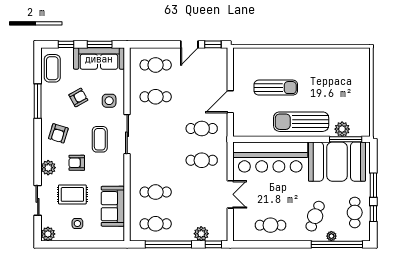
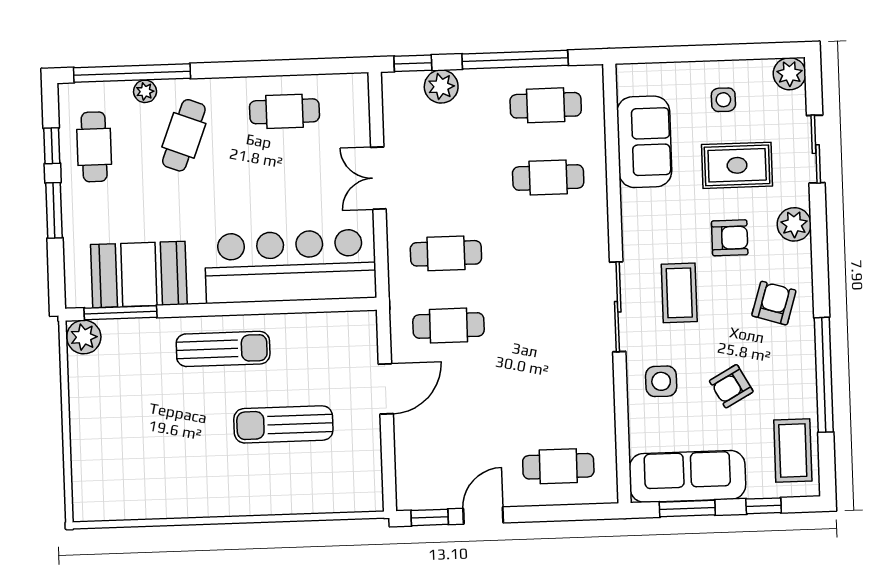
cafe table: (156, 97) -> (556, 394), removed
window: (38, 101) -> (824, 375), width x1.46
sun lounger: (301, 122) -> (223, 349), width x0.73, depth x0.75
plant: (342, 129) -> (84, 337), moved
booth: (337, 162) -> (139, 274), width x0.73, depth x0.70

